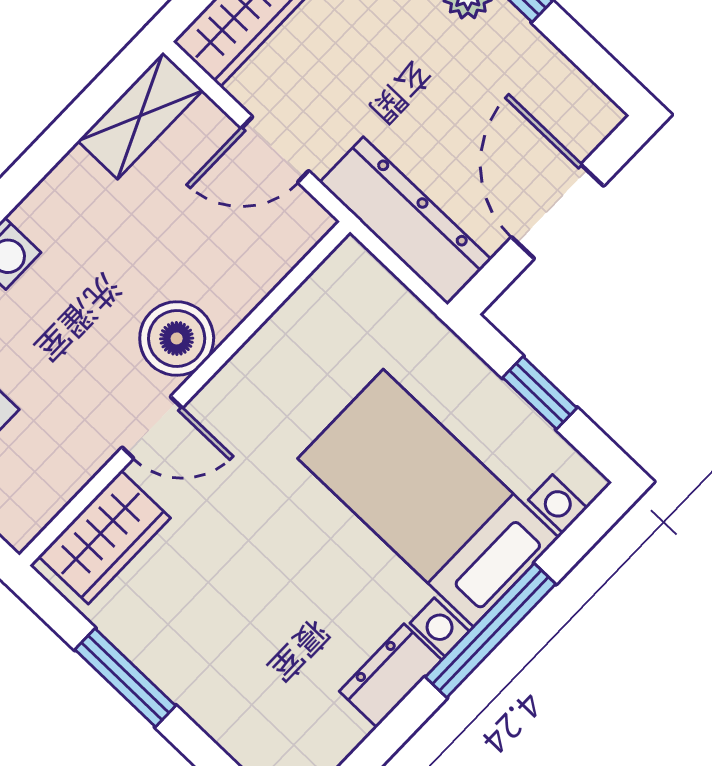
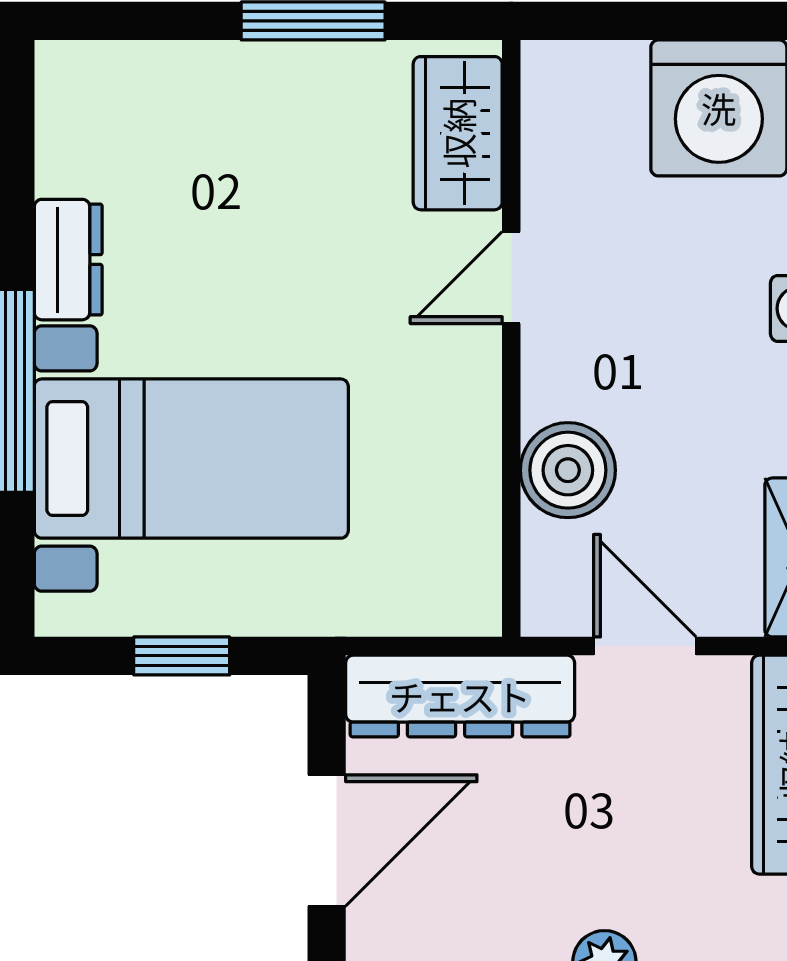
door: (275, 150) -> (645, 646), hinge flipped
door: (558, 212) -> (327, 840), hinge flipped
boiler: (177, 338) -> (568, 470), moved

